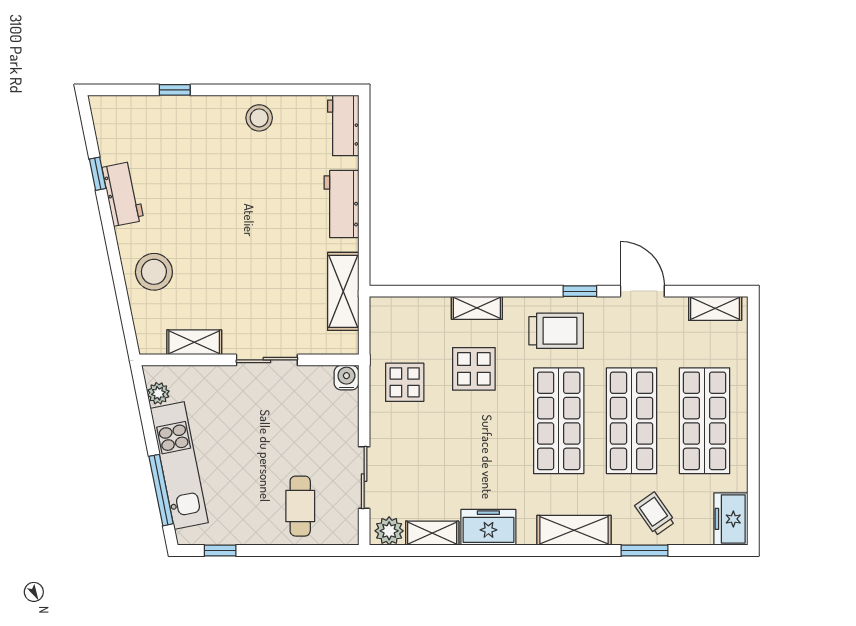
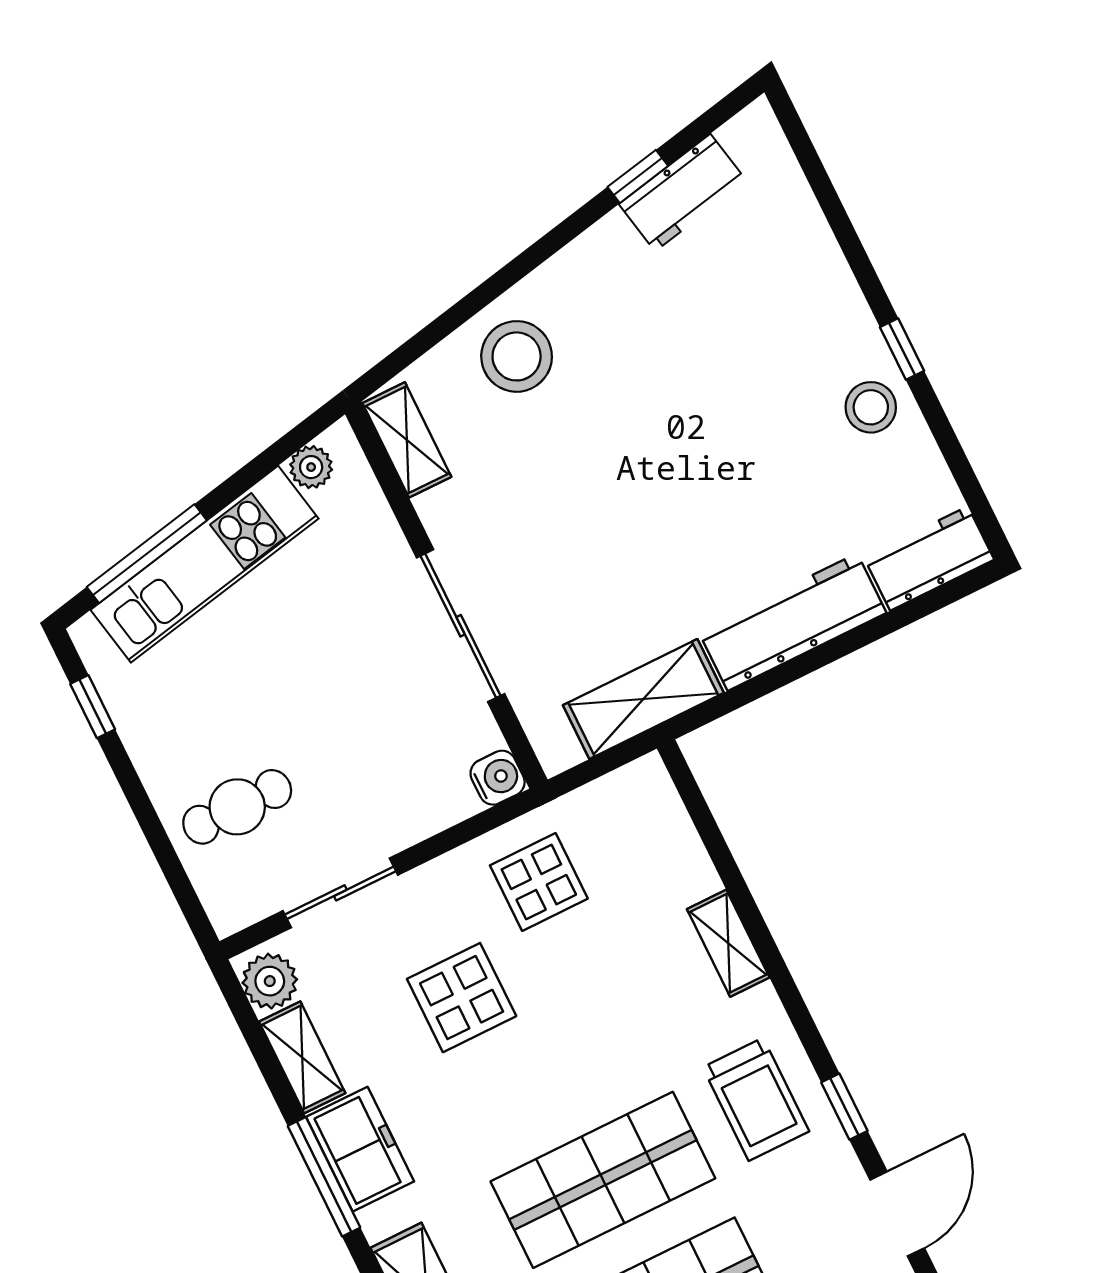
window: (175, 90) -> (902, 349), moved
workbench: (123, 194) -> (683, 193), moved
workbench: (341, 204) -> (792, 622), width x1.38
shelving: (194, 342) -> (407, 440), moved
sliding door: (267, 360) -> (461, 626), width x1.37
display table: (474, 369) -> (462, 998), moved
window: (493, 551) -> (324, 1177), added

